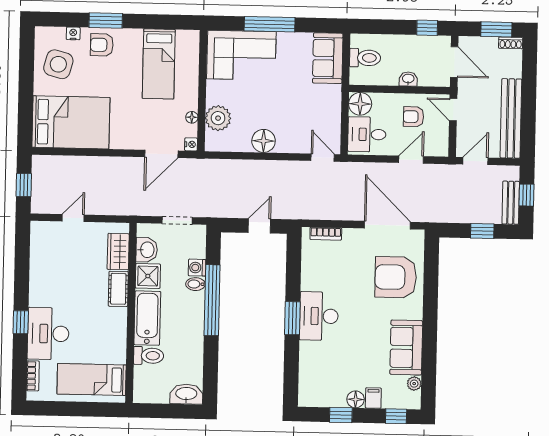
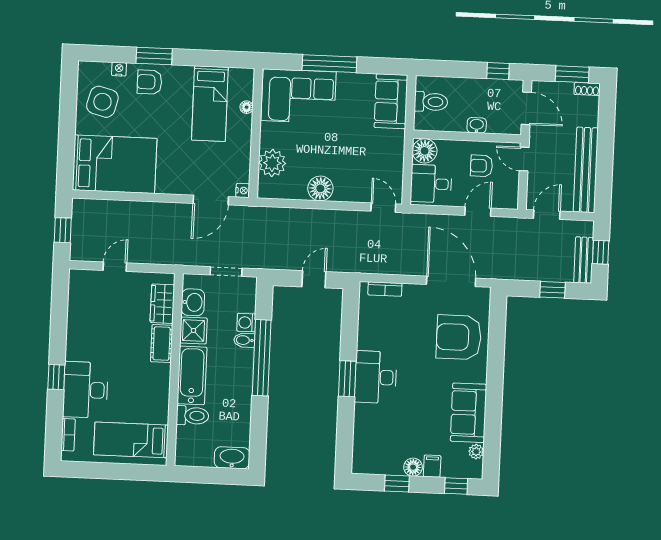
floor lamp: (192, 117) -> (247, 107), moved

